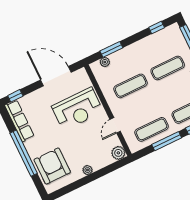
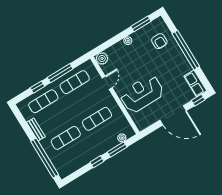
window: (157, 27) -> (97, 162), moved
door: (56, 76) -> (173, 115), moved
row of seats: (19, 121) -> (195, 83), width x0.68
armchair: (52, 166) -> (159, 41), width x0.53, depth x0.53
window: (71, 187) -> (141, 24), added

